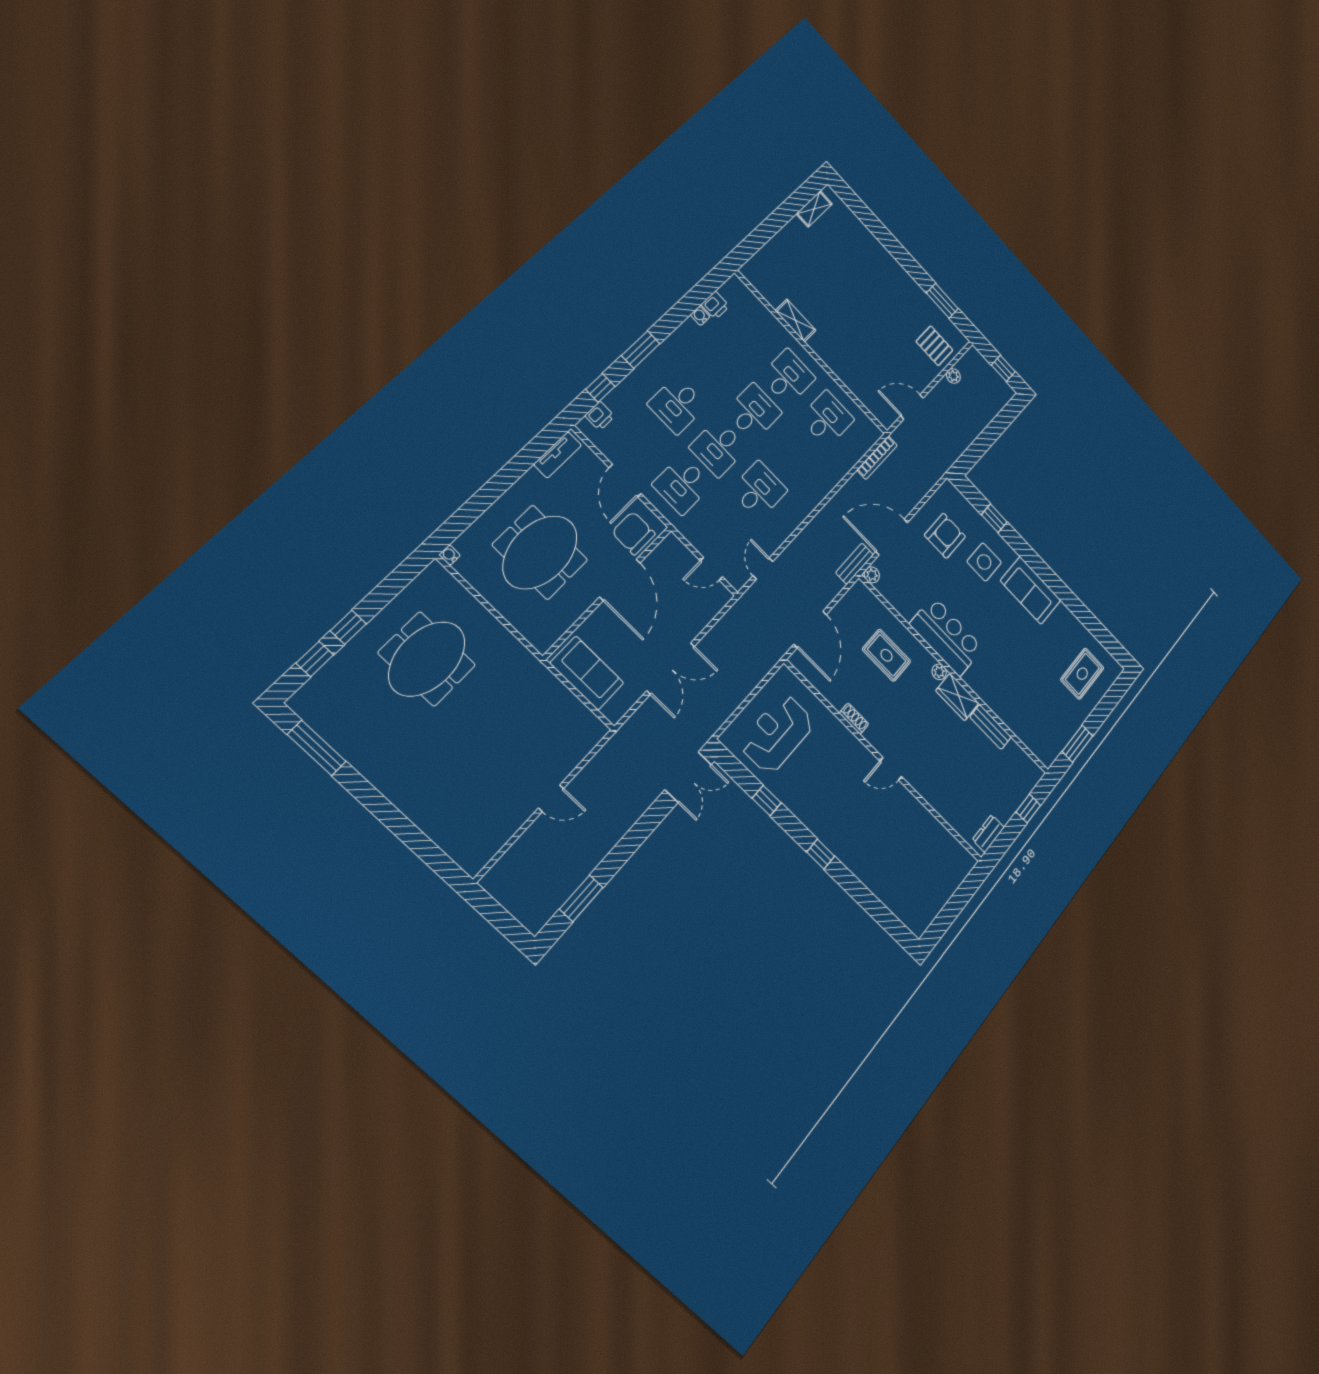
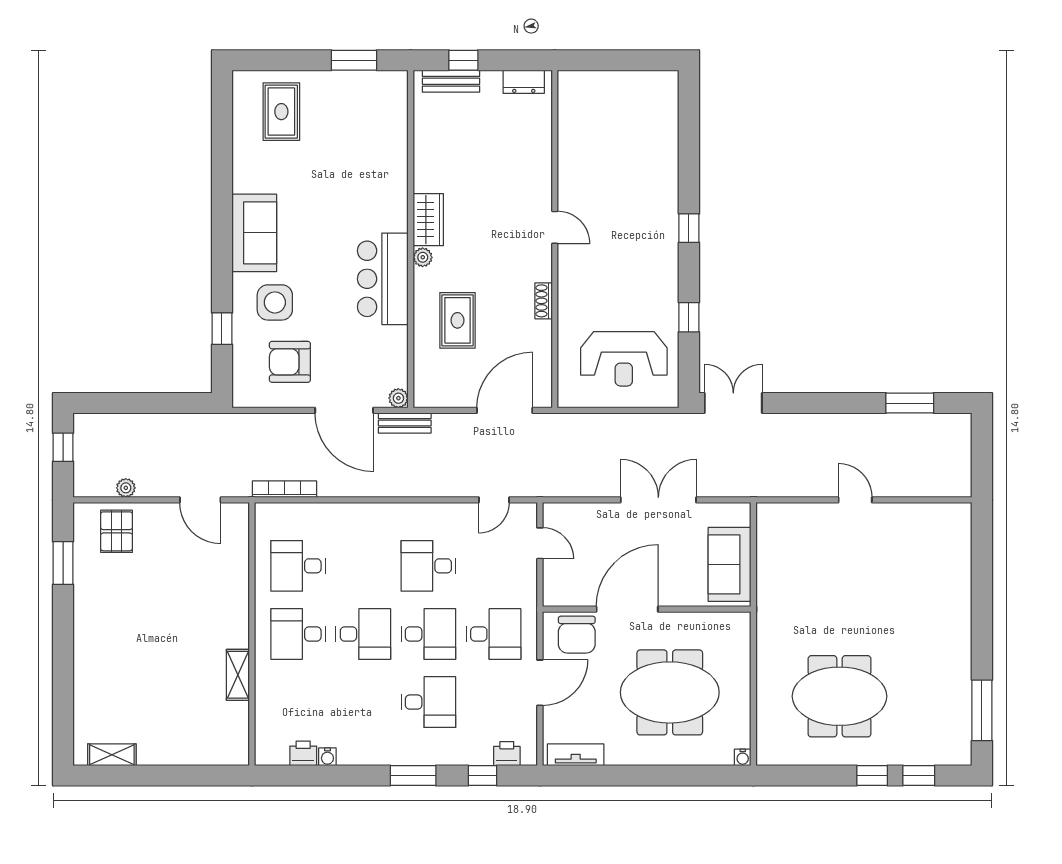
desk: (754, 412) -> (363, 634), turned 180
rug: (1082, 674) -> (281, 112), turned 90
bench: (991, 727) -> (451, 81), moved, turned 90

